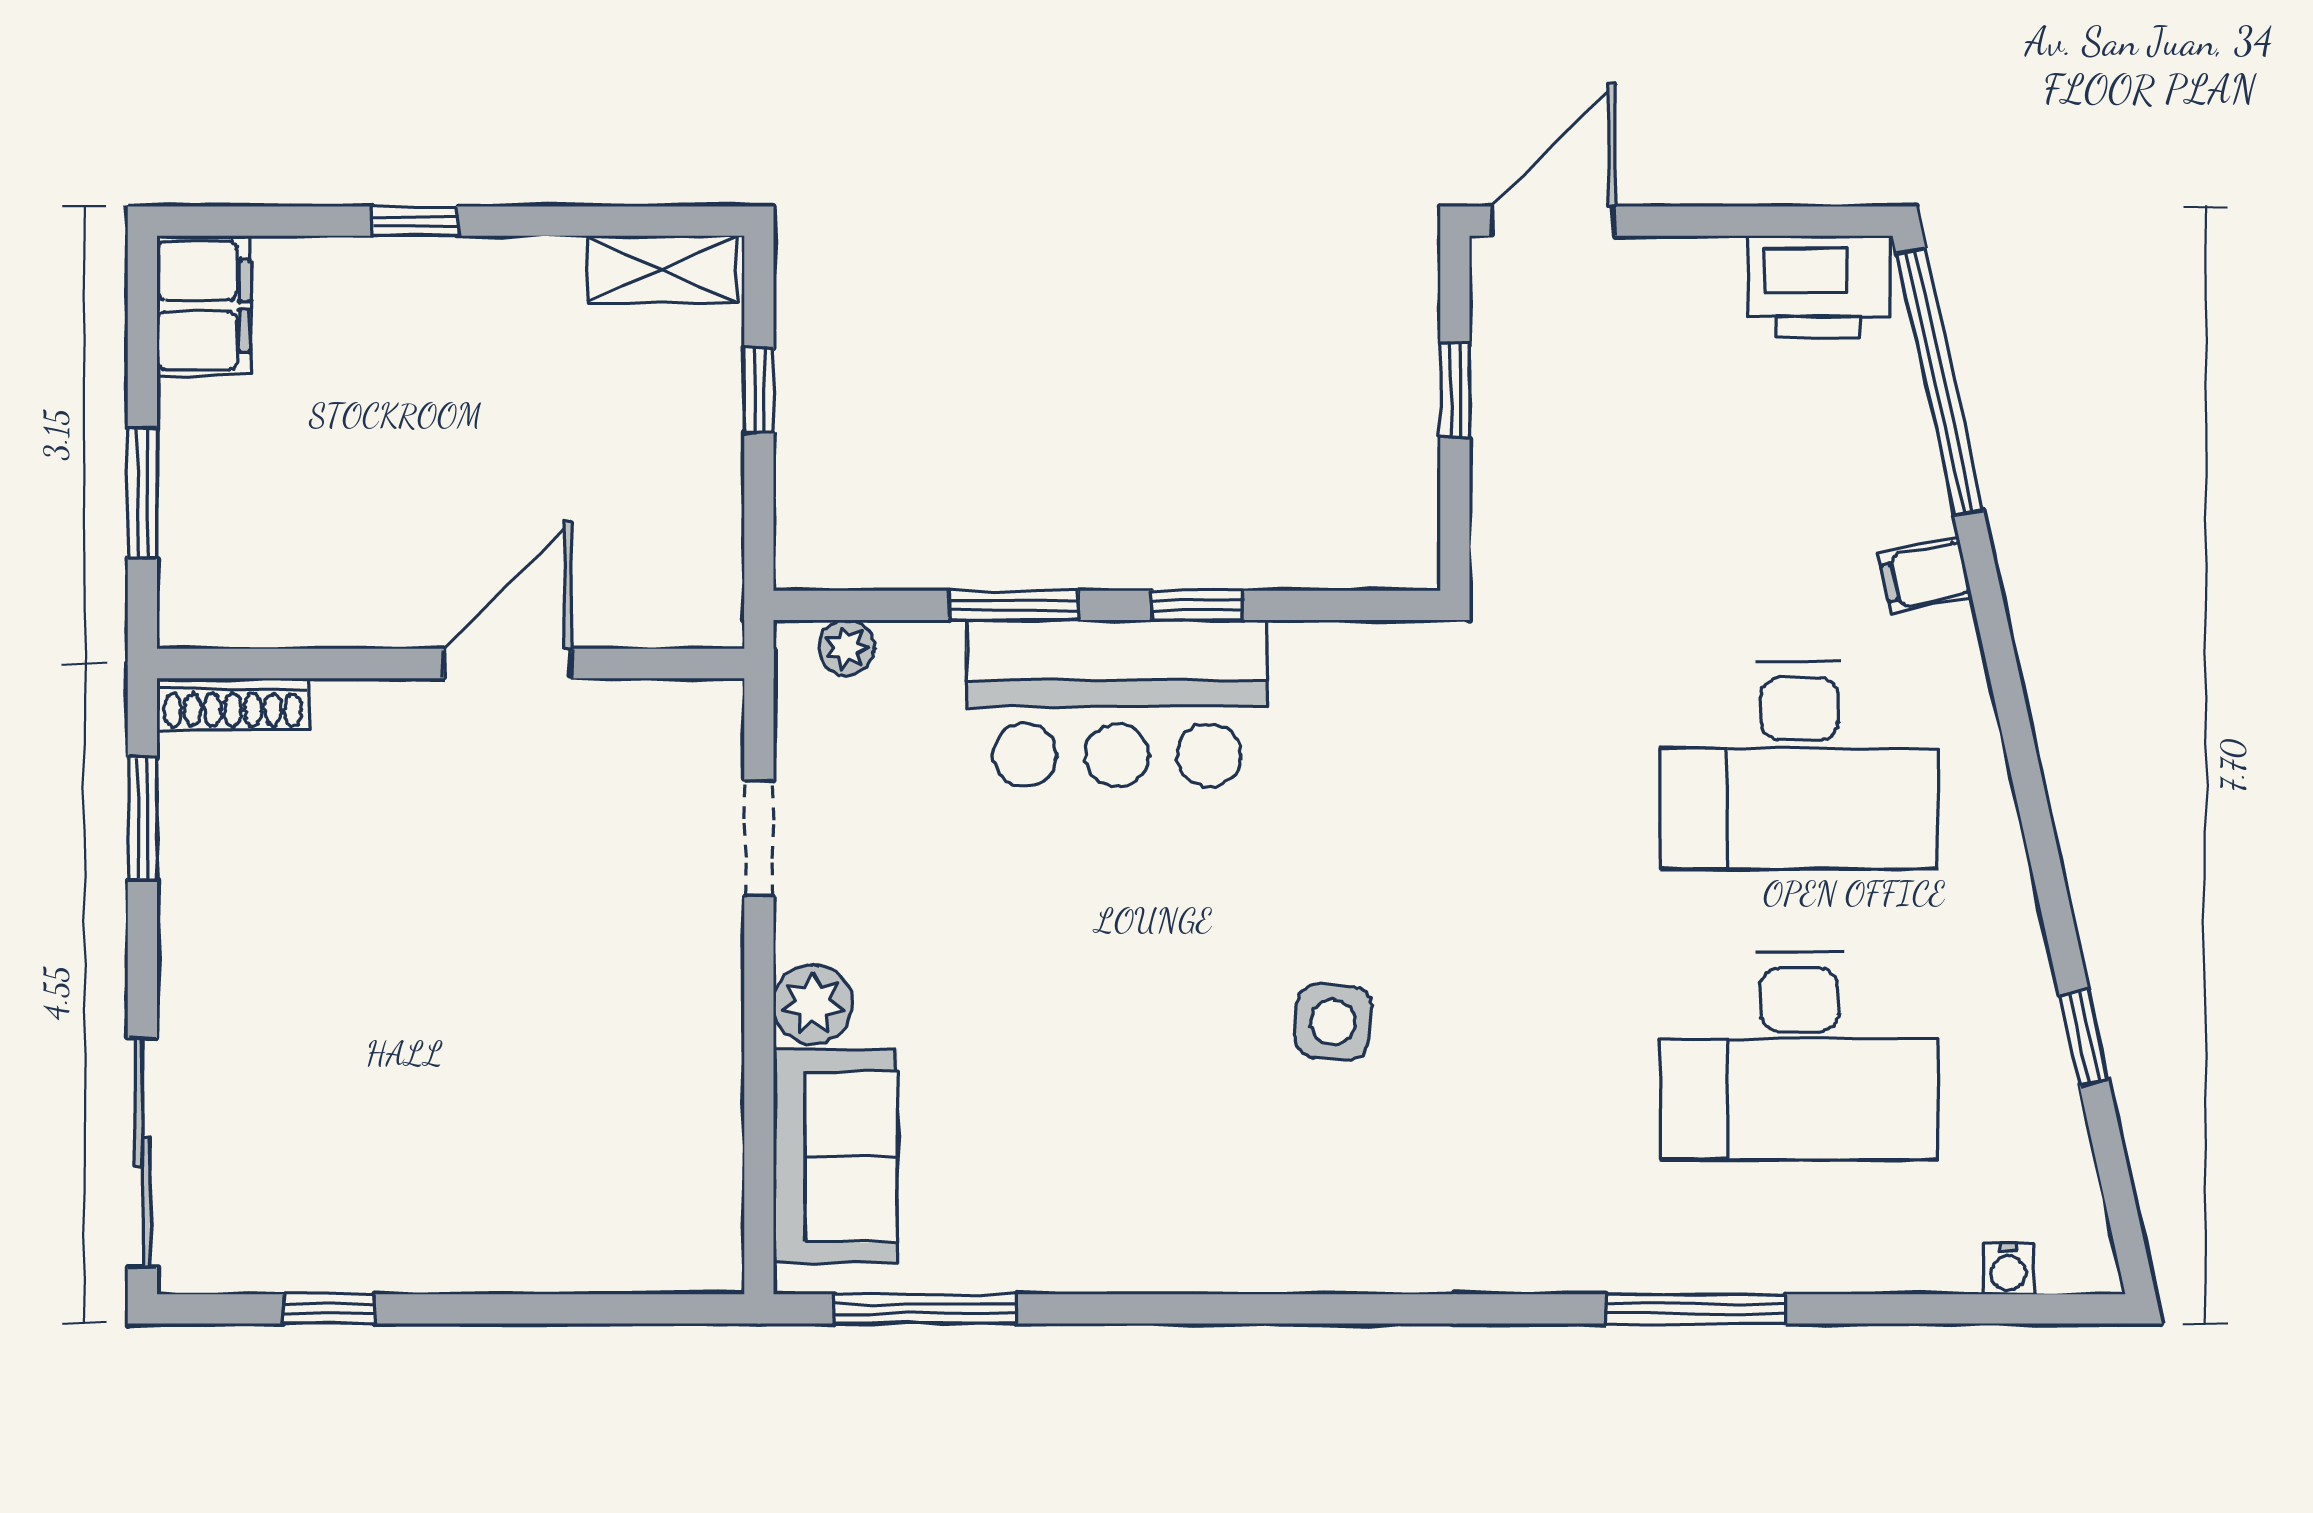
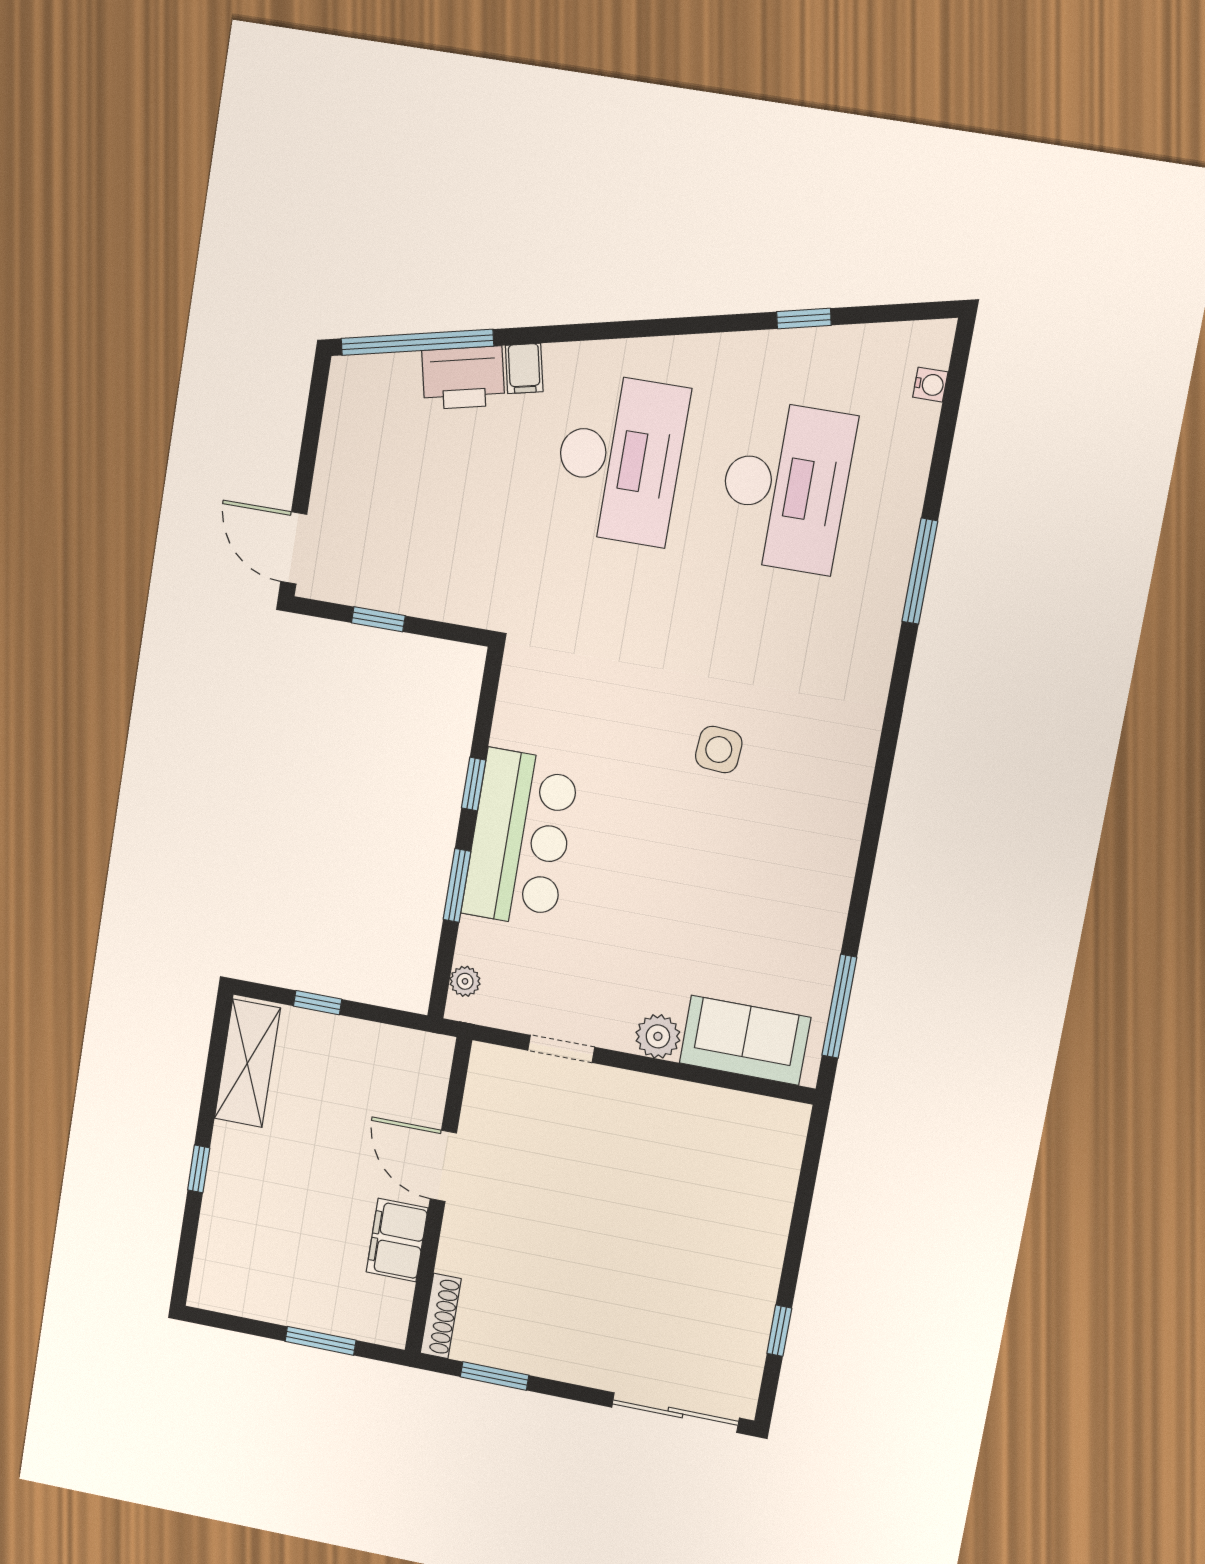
shelving: (662, 269) -> (247, 1063), width x1.50, depth x1.33
printer: (1819, 287) -> (463, 378), moved, turned 78
filing cabinet: (203, 305) -> (397, 1240), moved, turned -90

